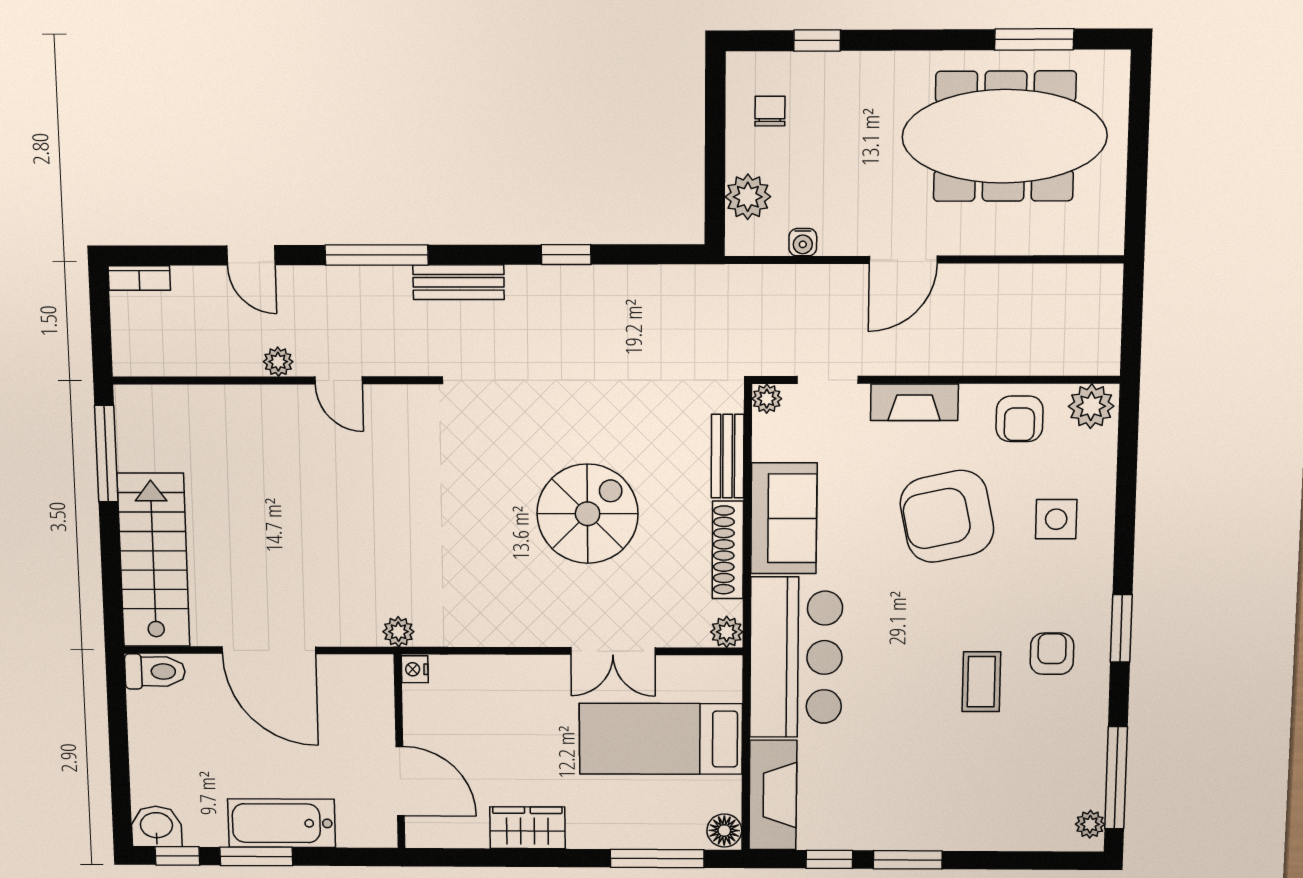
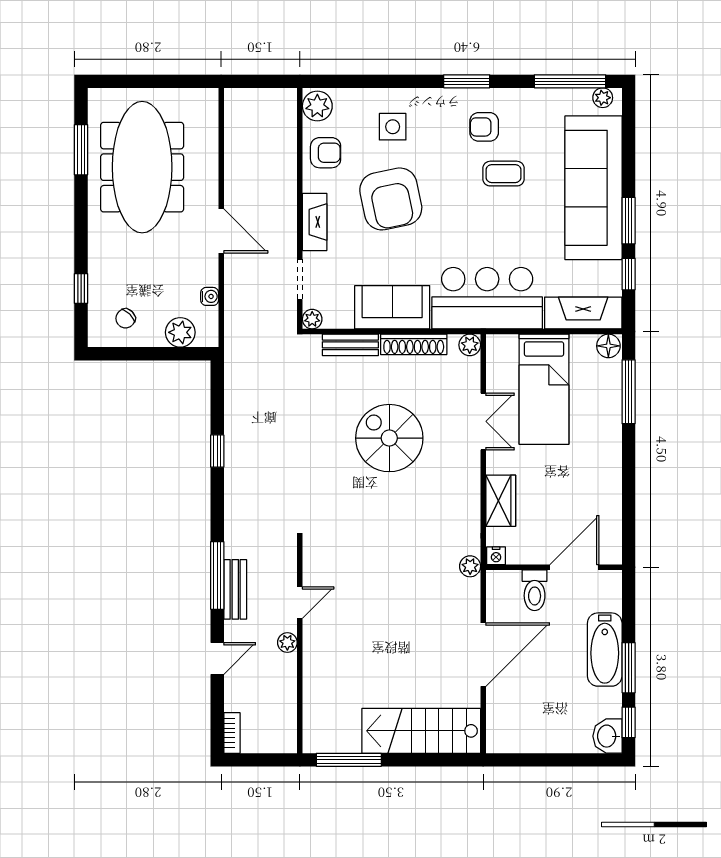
chair: (770, 111) -> (125, 318), turned -45
bench: (459, 282) -> (235, 589), moved
toilet: (155, 671) -> (535, 590), moved, turned 180
sofa: (957, 810) -> (593, 188), added
wardrobe: (528, 828) -> (501, 501), moved, turned 180

